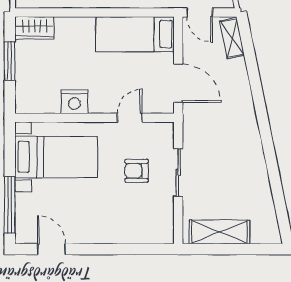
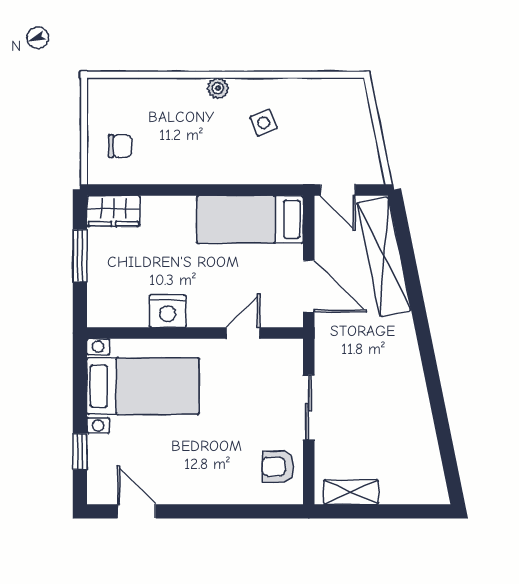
shelving: (232, 38) -> (384, 257), width x2.20, depth x1.33
armchair: (137, 171) -> (278, 467), moved
window: (10, 205) -> (80, 452), width x0.46
shelving: (219, 232) -> (351, 492), width x0.67, depth x0.75

